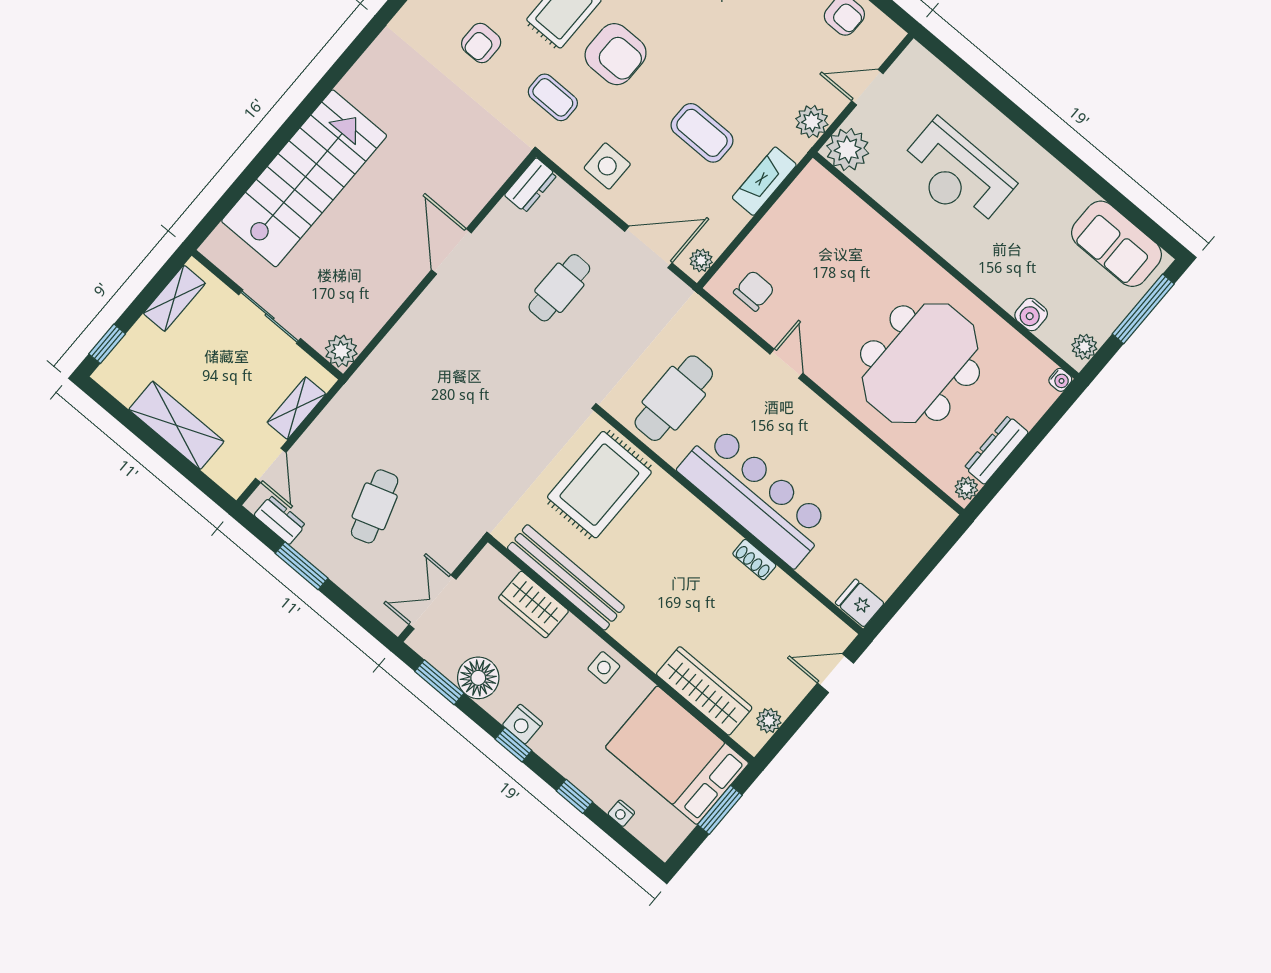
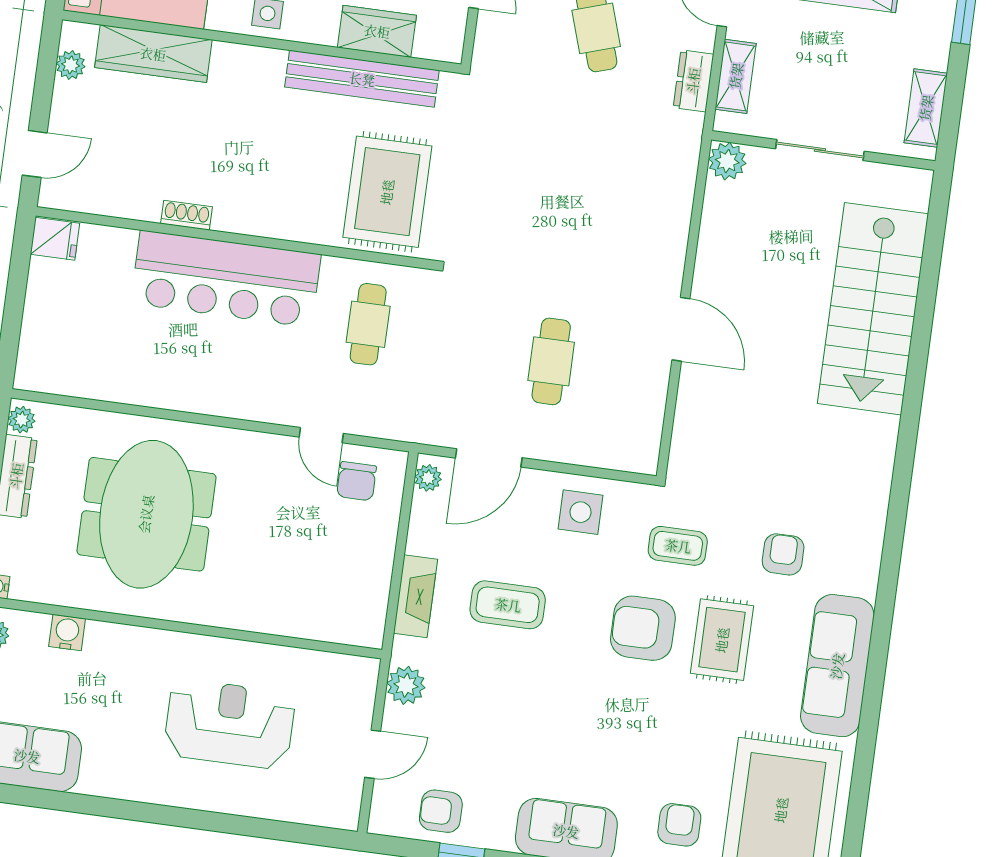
plant: (848, 150) -> (353, 680), removed
dresser: (531, 185) -> (693, 81), moved
door: (786, 364) -> (321, 435), moved
cafe table: (674, 398) -> (368, 324), width x0.73, depth x0.74

